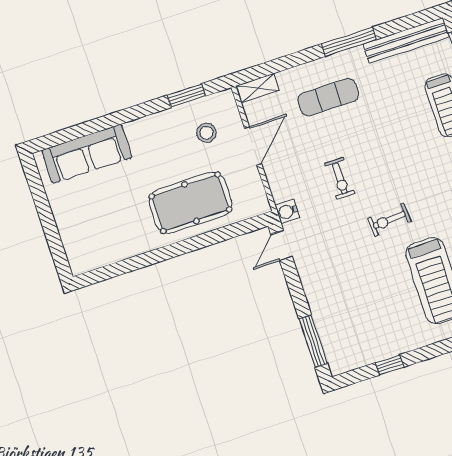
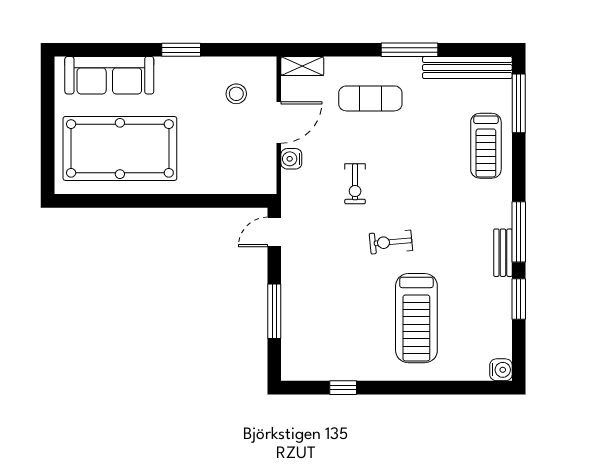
window: (186, 96) -> (181, 50), moved
pool table: (190, 203) -> (120, 148), moved, width x1.36, depth x1.32
water cooler: (287, 211) -> (291, 159), moved
window: (313, 341) -> (274, 311), moved

